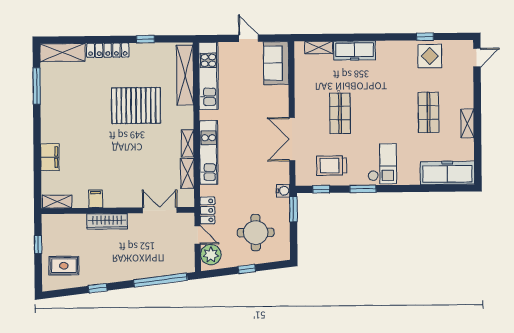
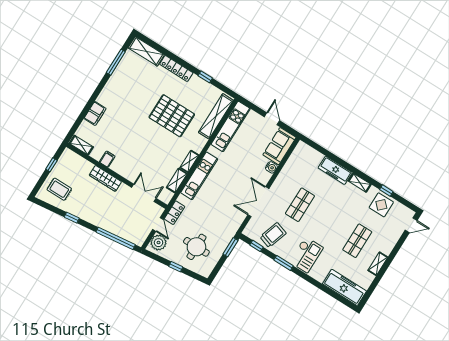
shelving: (319, 47) -> (360, 183), moved
trolley: (332, 166) -> (273, 235), turned 108
water cooler: (283, 191) -> (271, 167), moved

